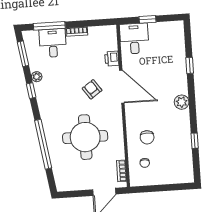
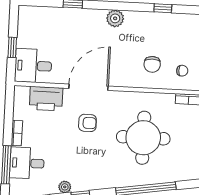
printer: (112, 59) -> (46, 99), width x1.87, depth x1.48
armchair: (92, 89) -> (87, 123), turned -145
chair: (147, 137) -> (152, 64), turned 90

